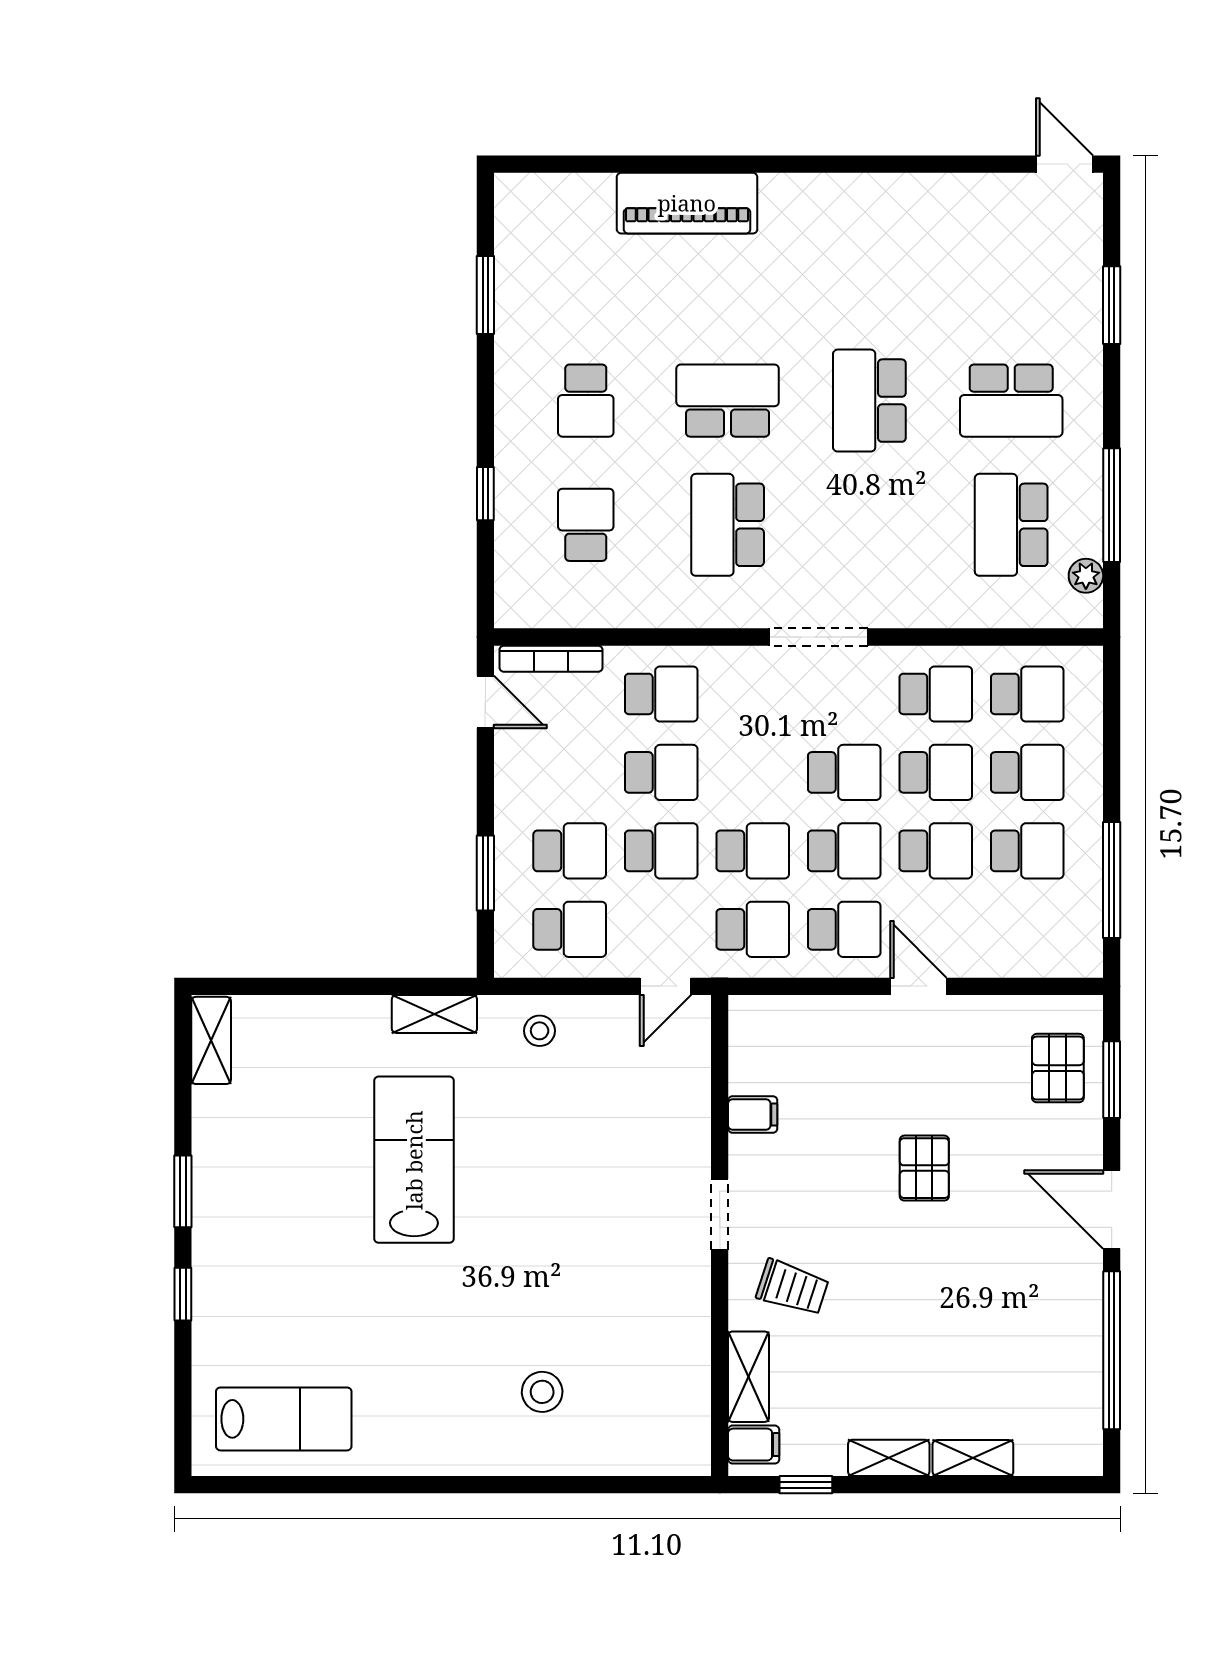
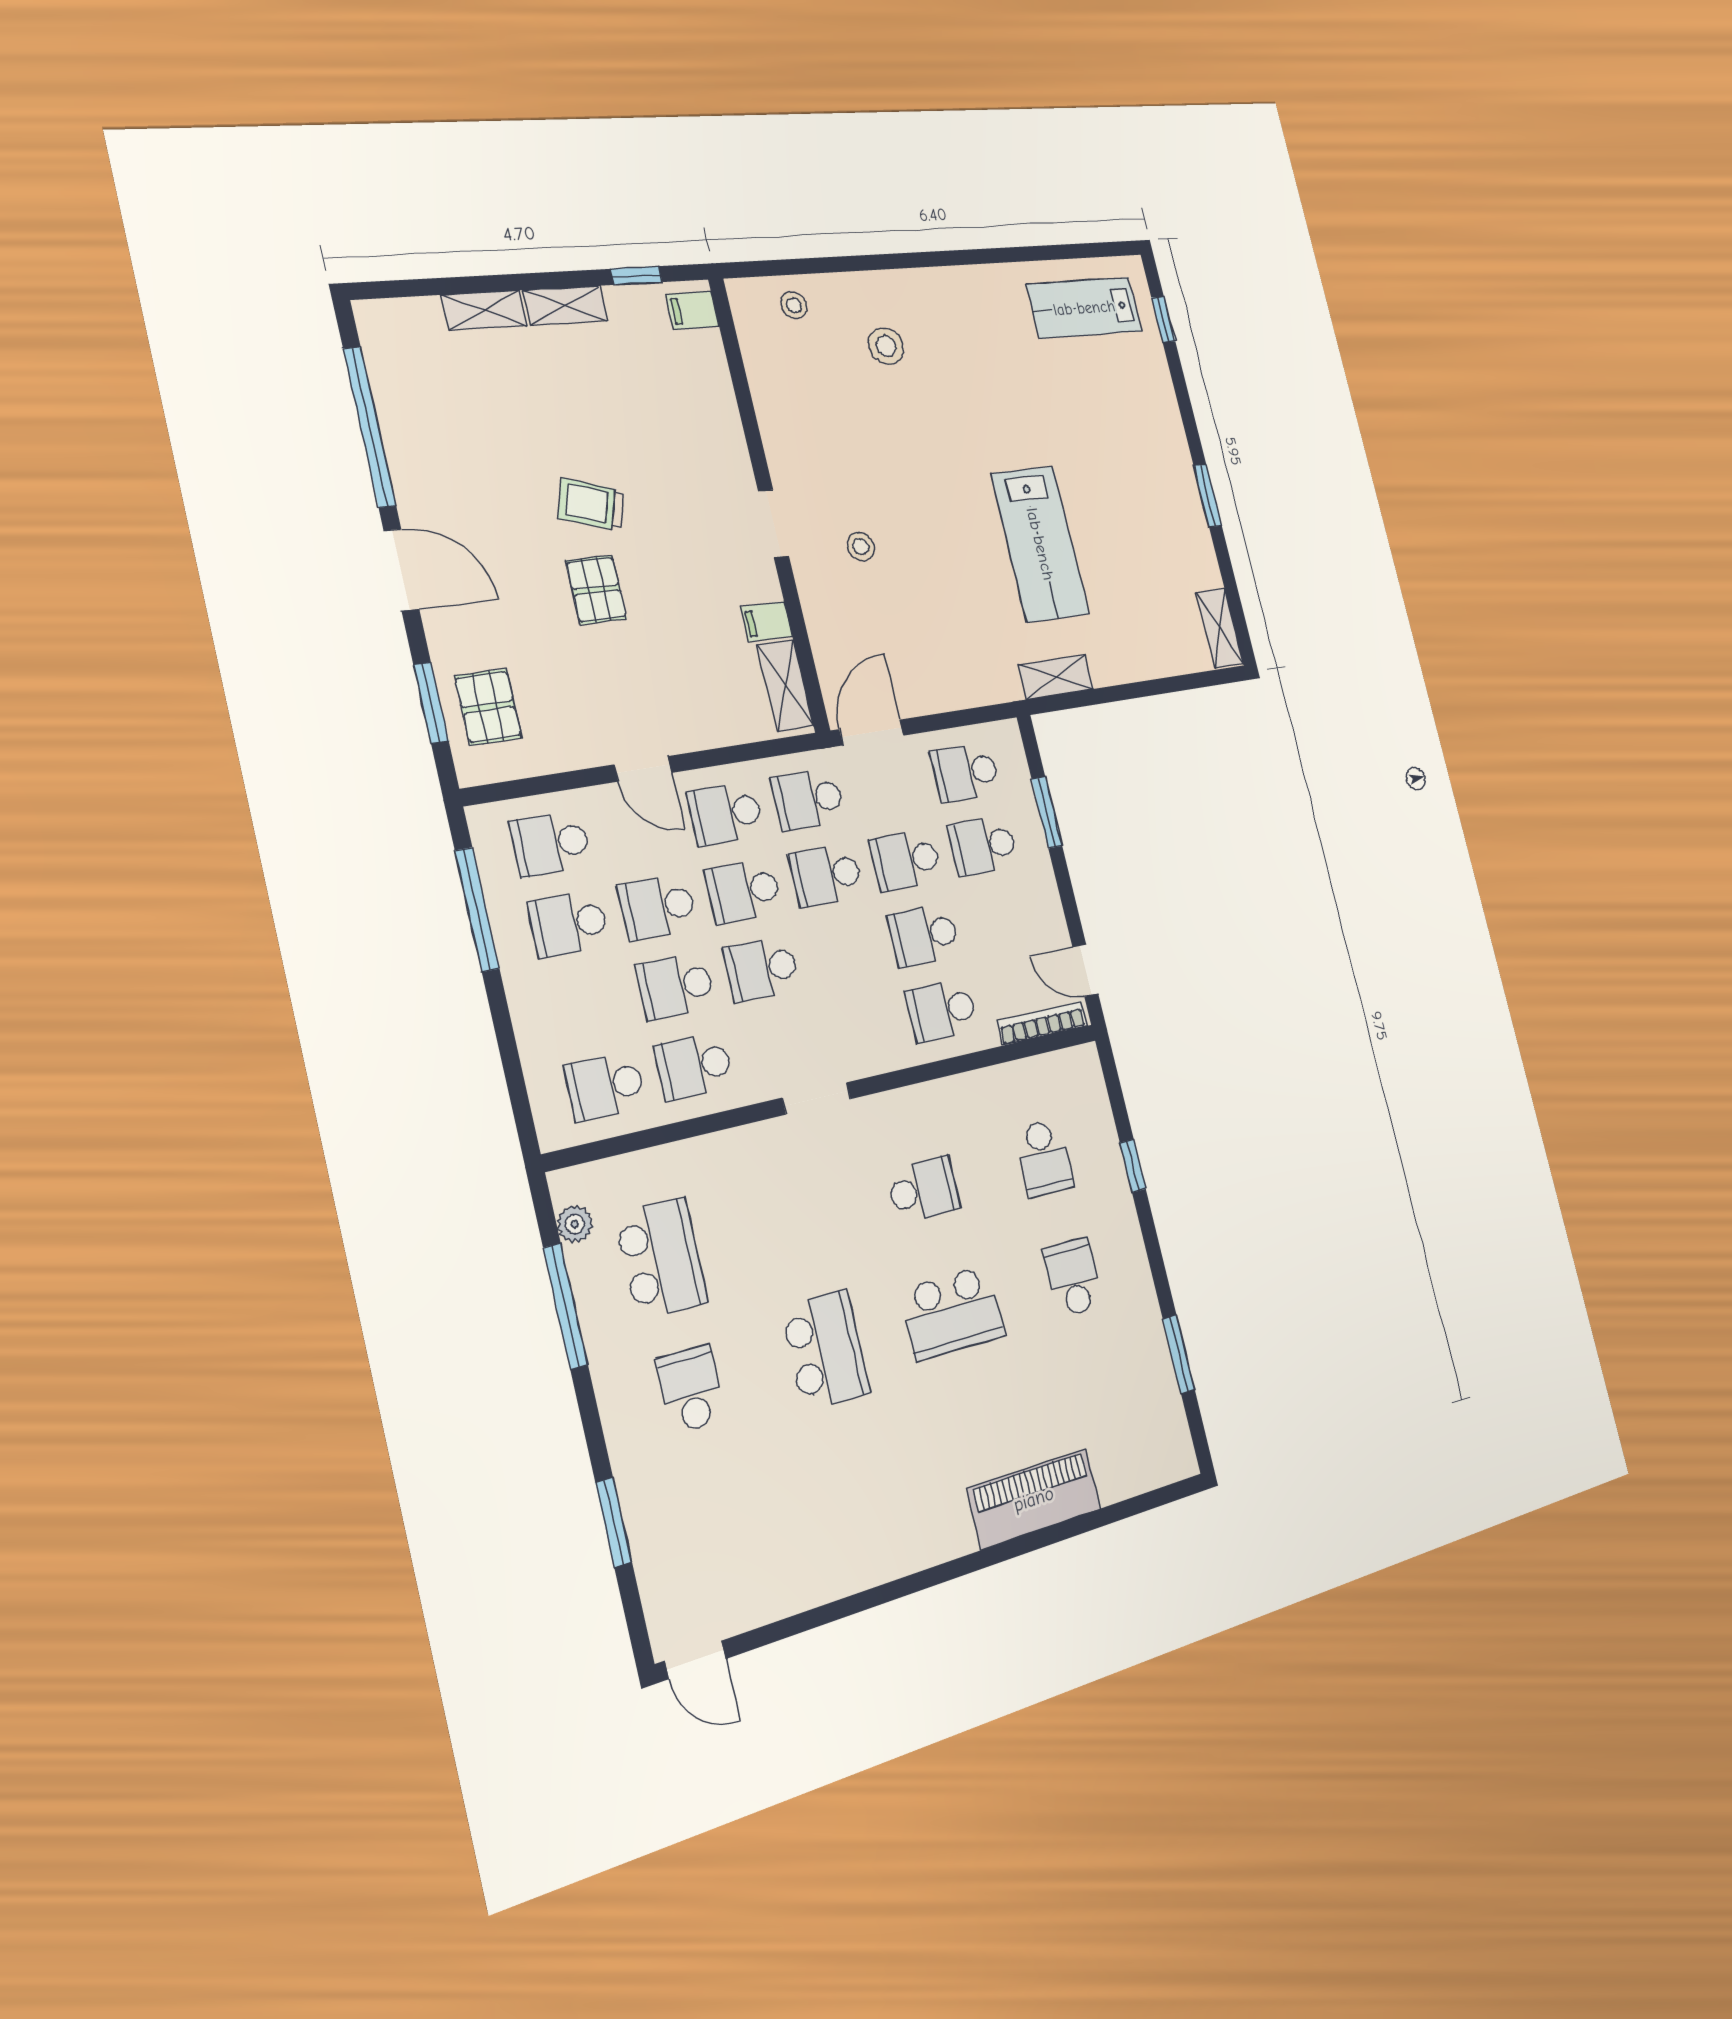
school desk: (1011, 401) -> (691, 1389), width x0.54
school desk: (728, 525) -> (924, 1190), width x0.54
doorway: (819, 637) -> (816, 1098), width x0.73
school desk: (1027, 772) -> (551, 844), moved
door: (666, 986) -> (872, 732), width x1.38
stool: (540, 1031) -> (861, 547), moved
trolley: (792, 1288) -> (591, 504), moved
window: (183, 1294) -> (1163, 319), moved
shelving: (749, 1377) -> (785, 685), moved
stool: (638, 1443) -> (794, 305), added

